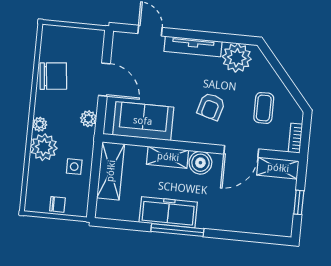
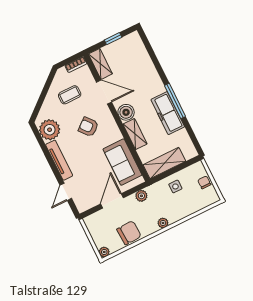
chair: (53, 76) -> (129, 233), turned 93
armchair: (211, 106) -> (88, 127), turned -145
plant: (44, 147) -> (104, 252), moved, width x0.53, depth x0.53

